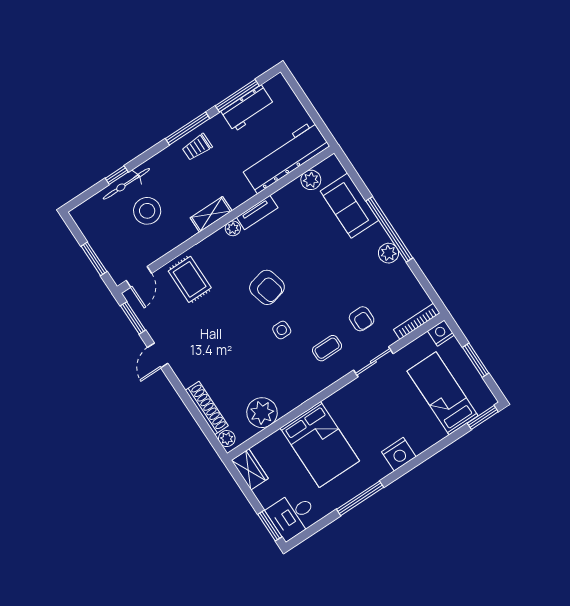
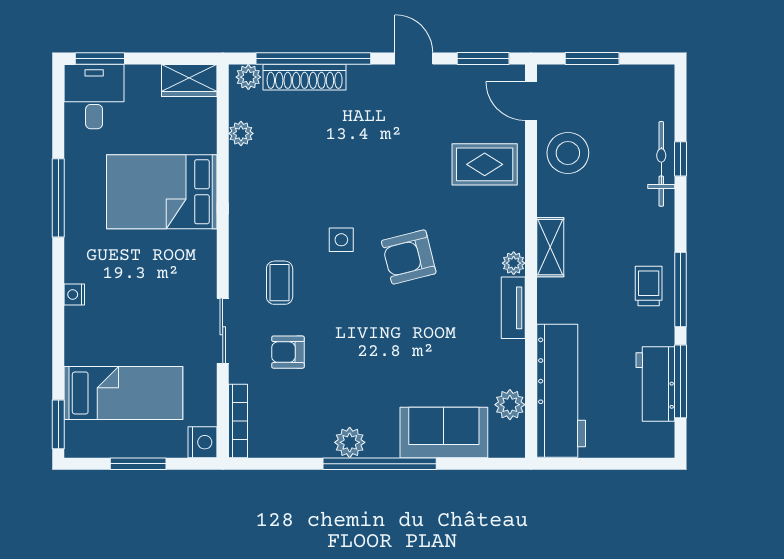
stool: (147, 211) -> (568, 153), moved
window: (194, 410) -> (313, 59), added
plant: (262, 413) -> (241, 133), width x0.53, depth x0.53
nightstand: (399, 454) -> (74, 294), width x0.53, depth x0.56

